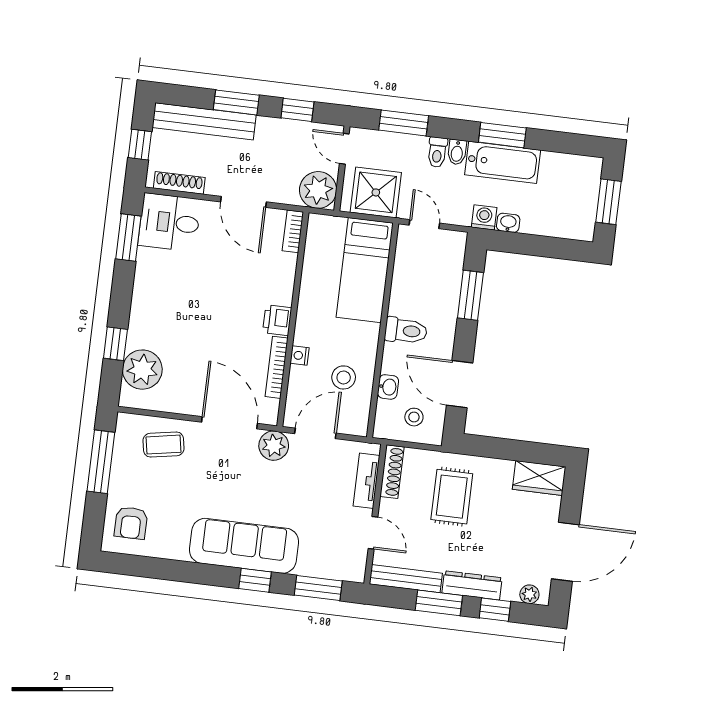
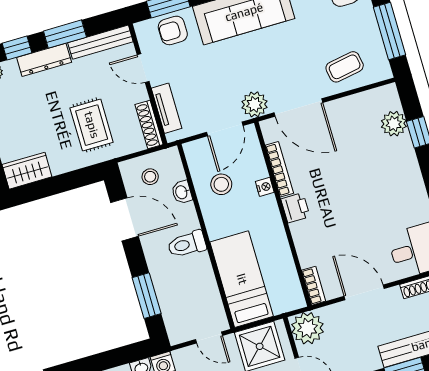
plant: (142, 370) -> (394, 124), width x0.73, depth x0.73
armchair: (326, 559) -> (173, 30), added

